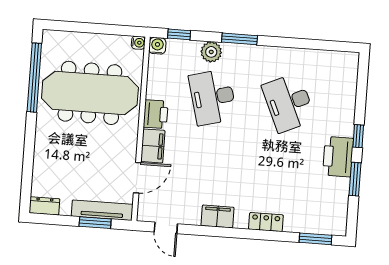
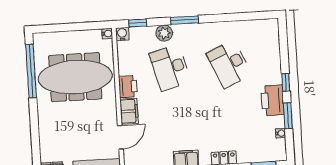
water cooler: (343, 200) -> (281, 133), added

